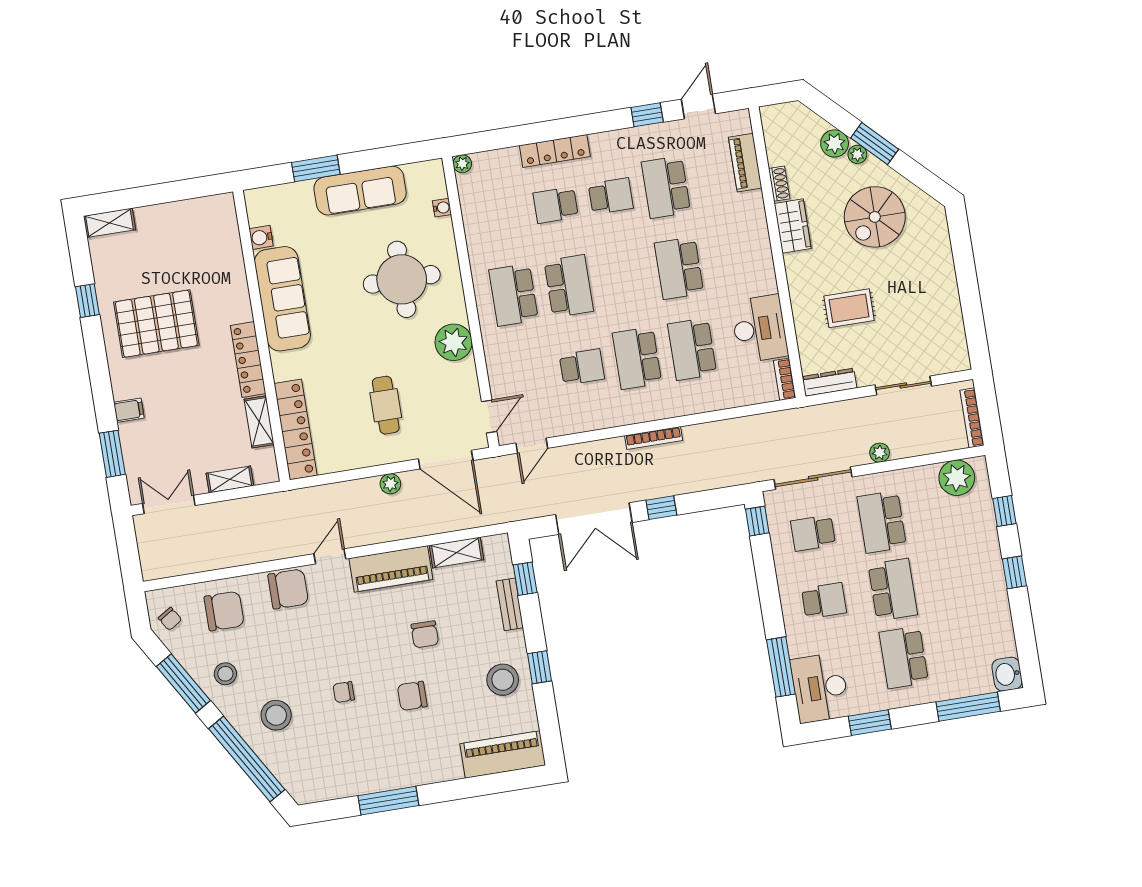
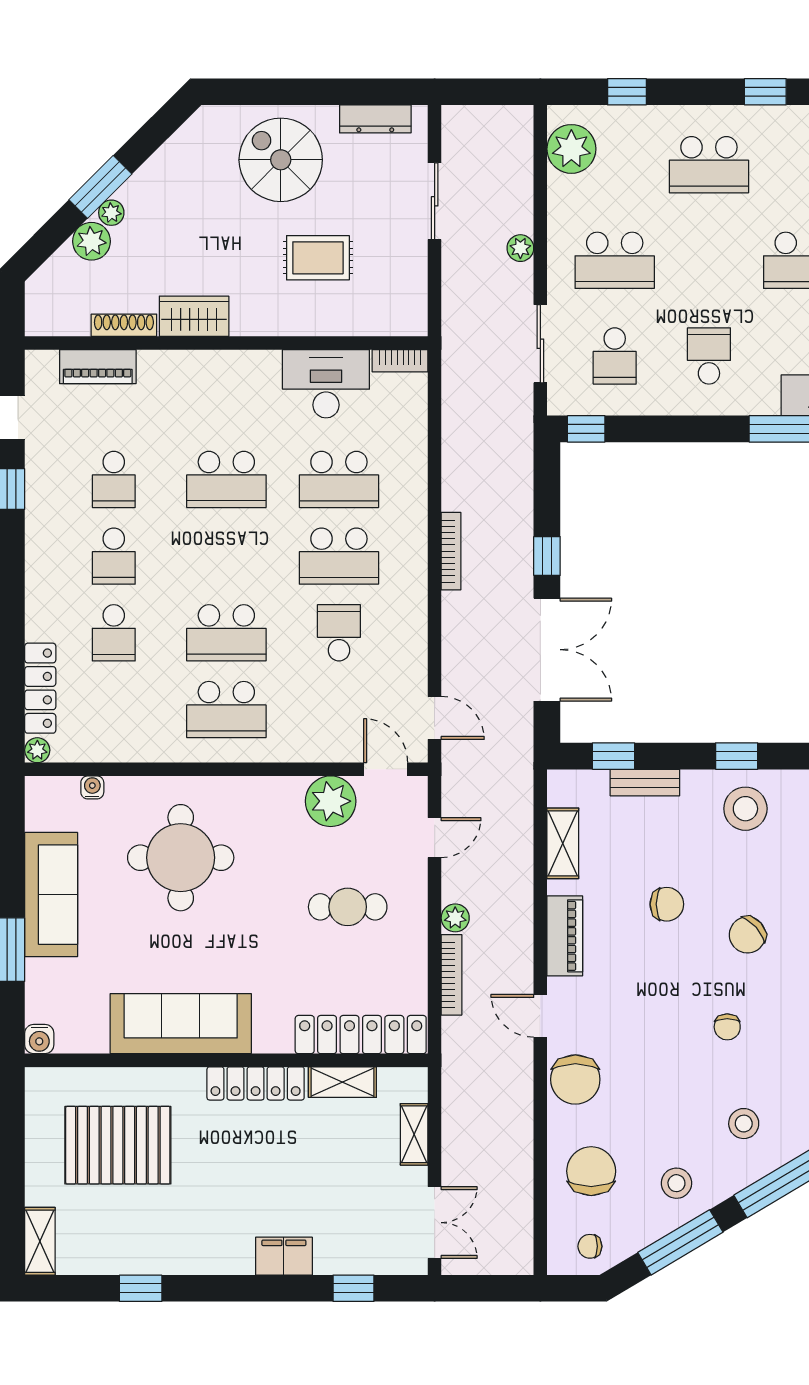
locker: (555, 151) -> (40, 688), moved
shoe rack: (779, 184) -> (124, 325), width x1.43
school desk: (666, 187) -> (114, 479), width x0.54
school desk: (611, 196) -> (114, 556), turned 180
spiral stairs: (875, 217) -> (281, 160), moved, turned 180
water cooler: (261, 237) -> (39, 1039), moved
school desk: (569, 286) -> (226, 633), turned 180
rug: (849, 308) -> (318, 258), turned 90
pallet: (156, 324) -> (118, 1145), moved, turned 90
plant: (454, 342) -> (331, 801), moved
dresser: (829, 382) -> (375, 119), moved, turned -90
filing cabinet: (129, 410) -> (284, 1256), width x2.00
bookcase: (972, 418) -> (452, 975), moved, turned -90
window: (112, 454) -> (354, 1288), width x0.67
door: (446, 460) -> (435, 838), width x0.53
sliding door: (813, 478) -> (540, 344), width x0.73
double door: (169, 504) -> (435, 1223), swing flipped
piano: (391, 569) -> (565, 936), width x0.73, depth x0.75
window: (1014, 572) -> (765, 92), moved
chair: (288, 589) -> (575, 1079), turned 180
school desk: (893, 590) -> (709, 165), moved, turned 180
chair: (170, 619) -> (590, 1246), turned -148
chair: (412, 696) -> (747, 935), turned 48
stool: (276, 715) -> (744, 1124), width x0.73, depth x0.73

